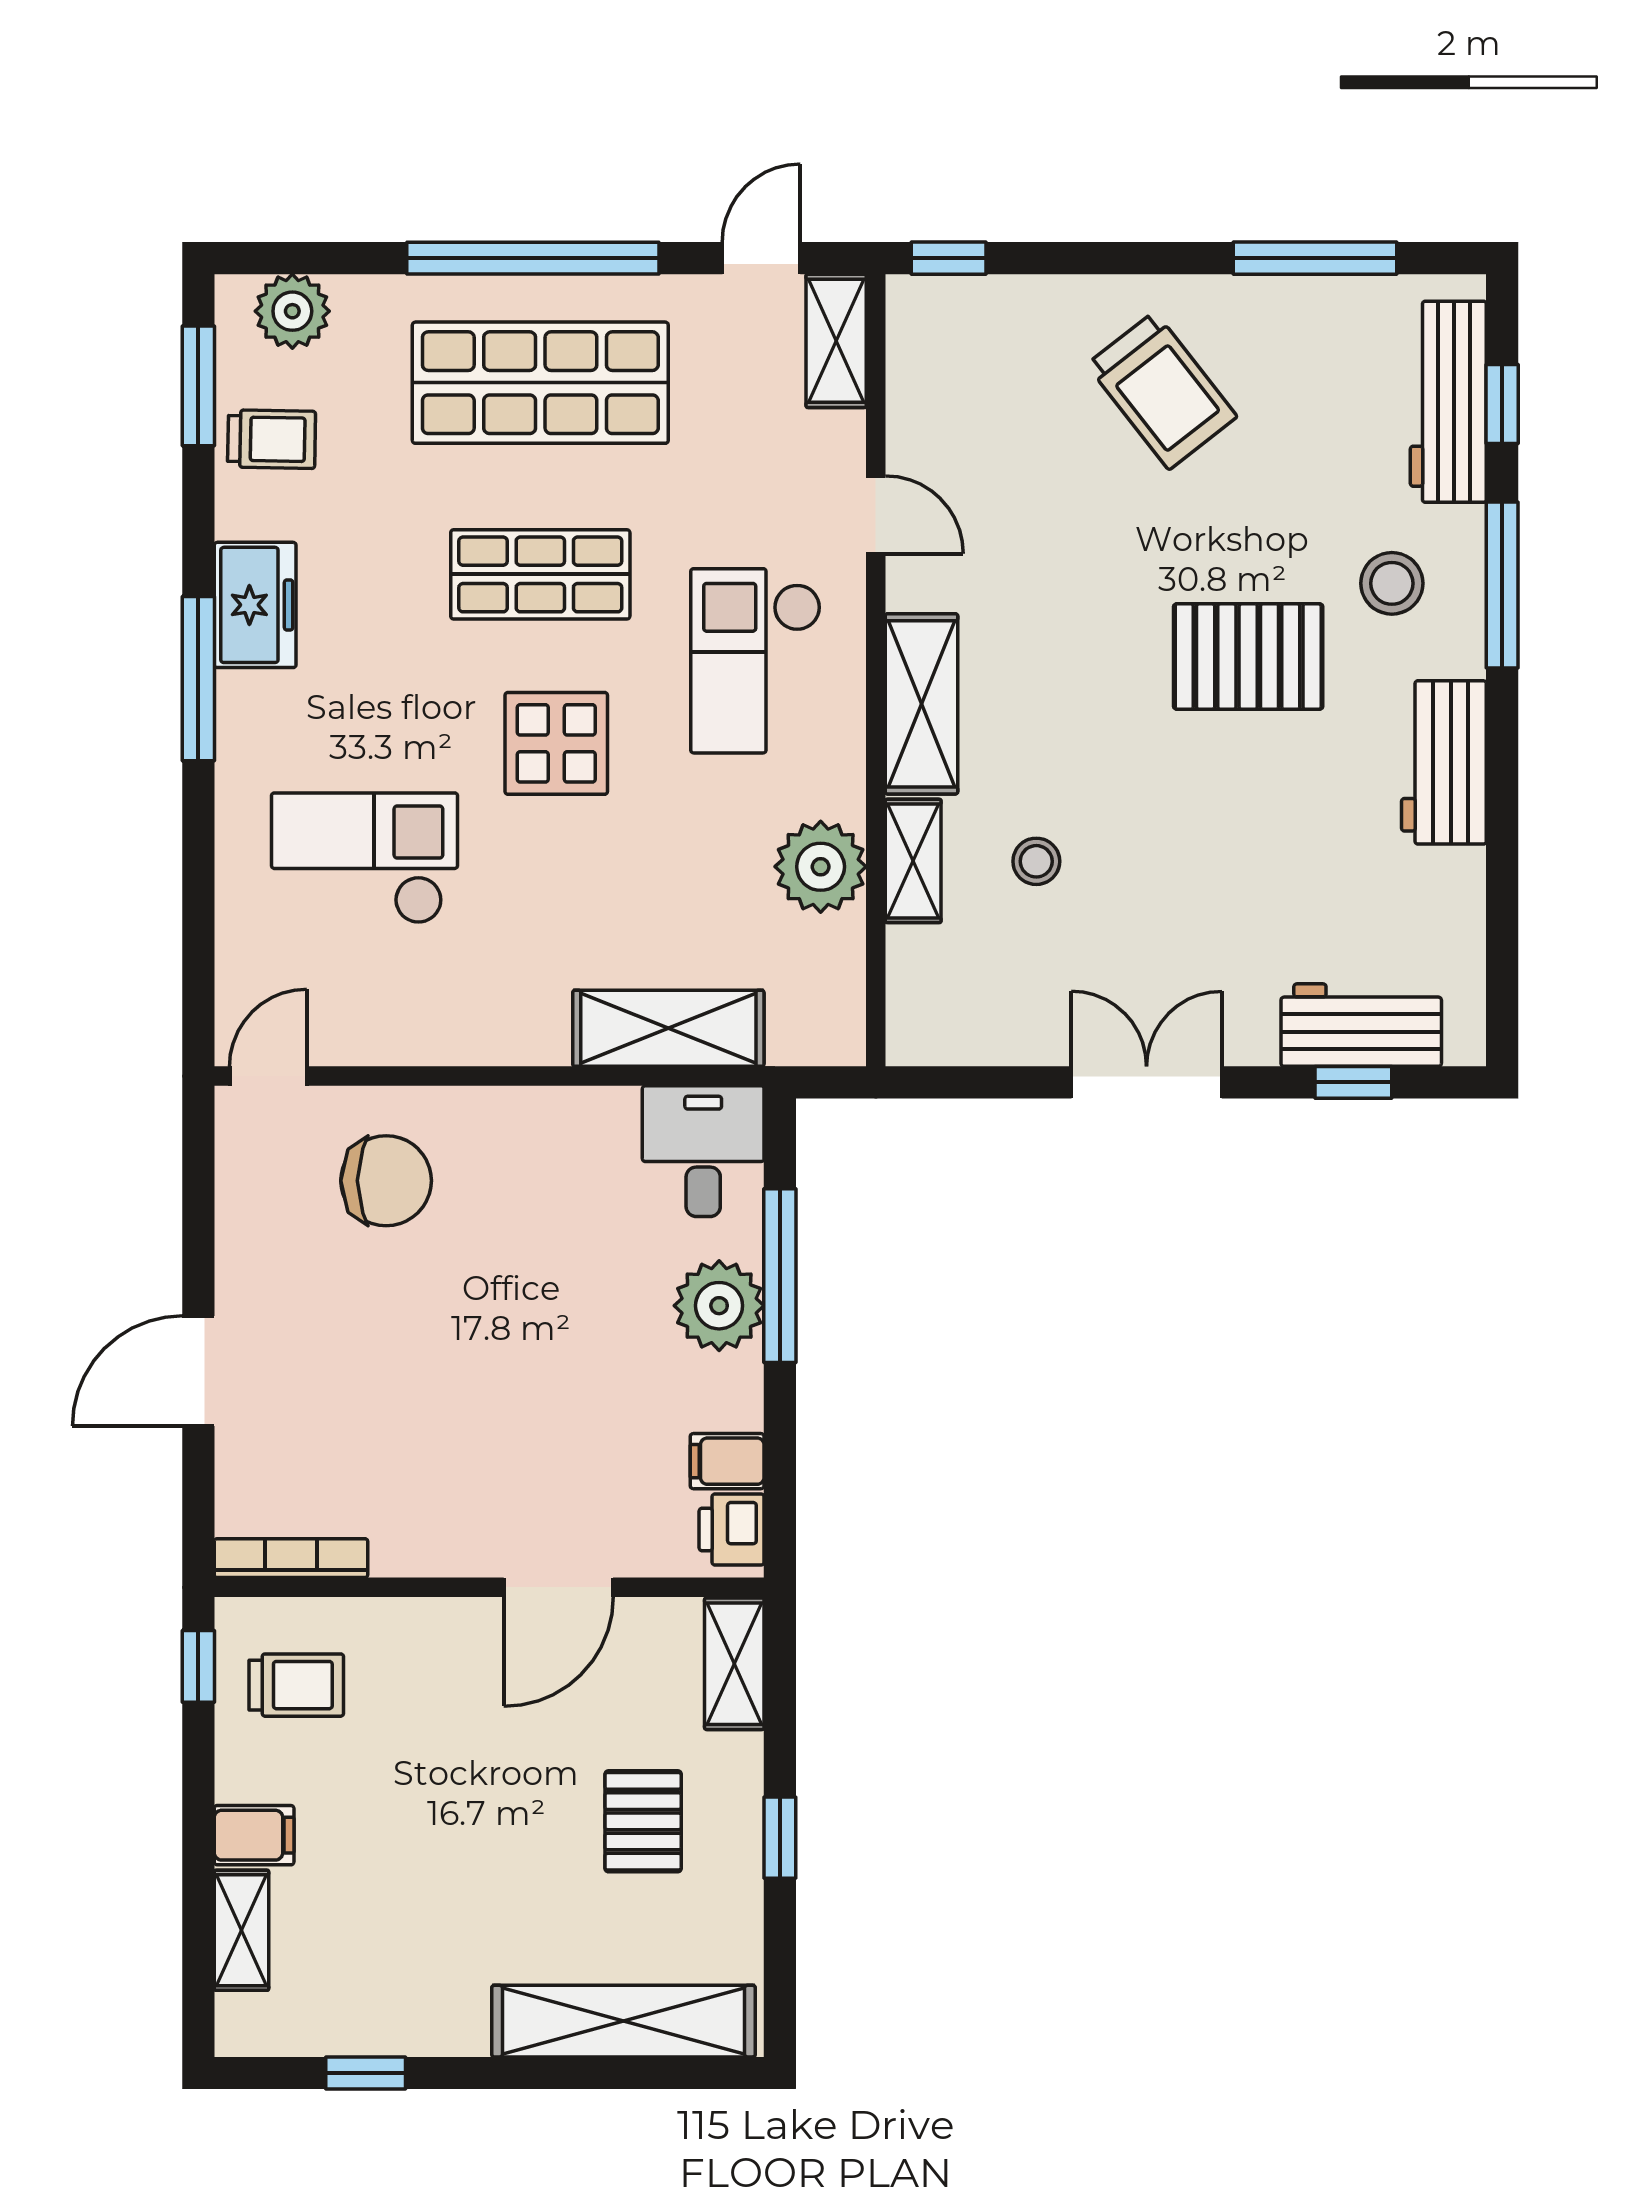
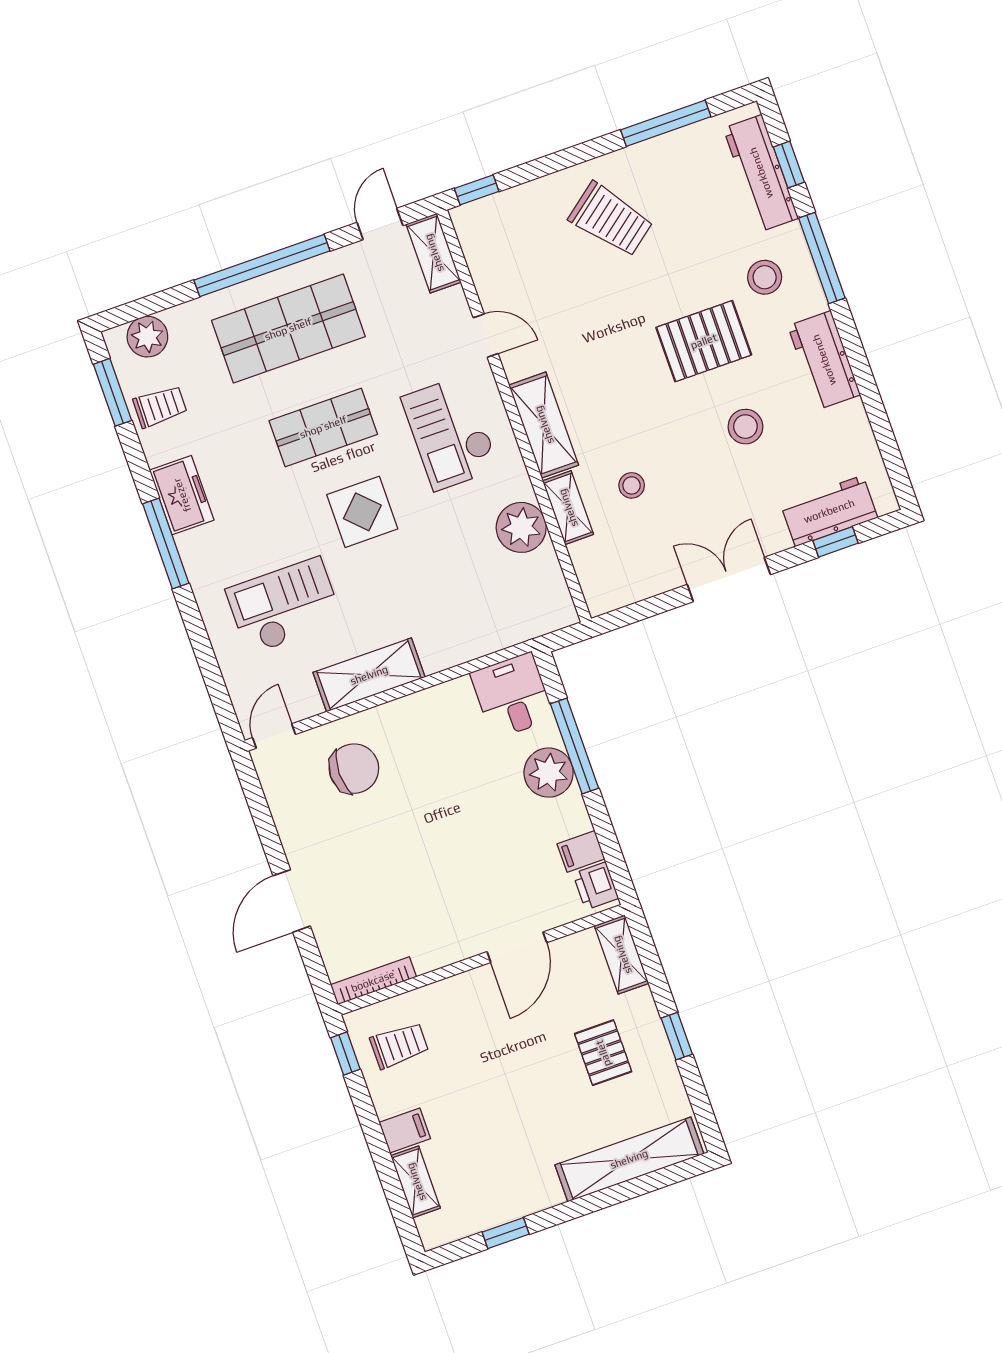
stool: (1268, 829) -> (745, 427), added
shelving: (668, 1028) -> (369, 675), moved

